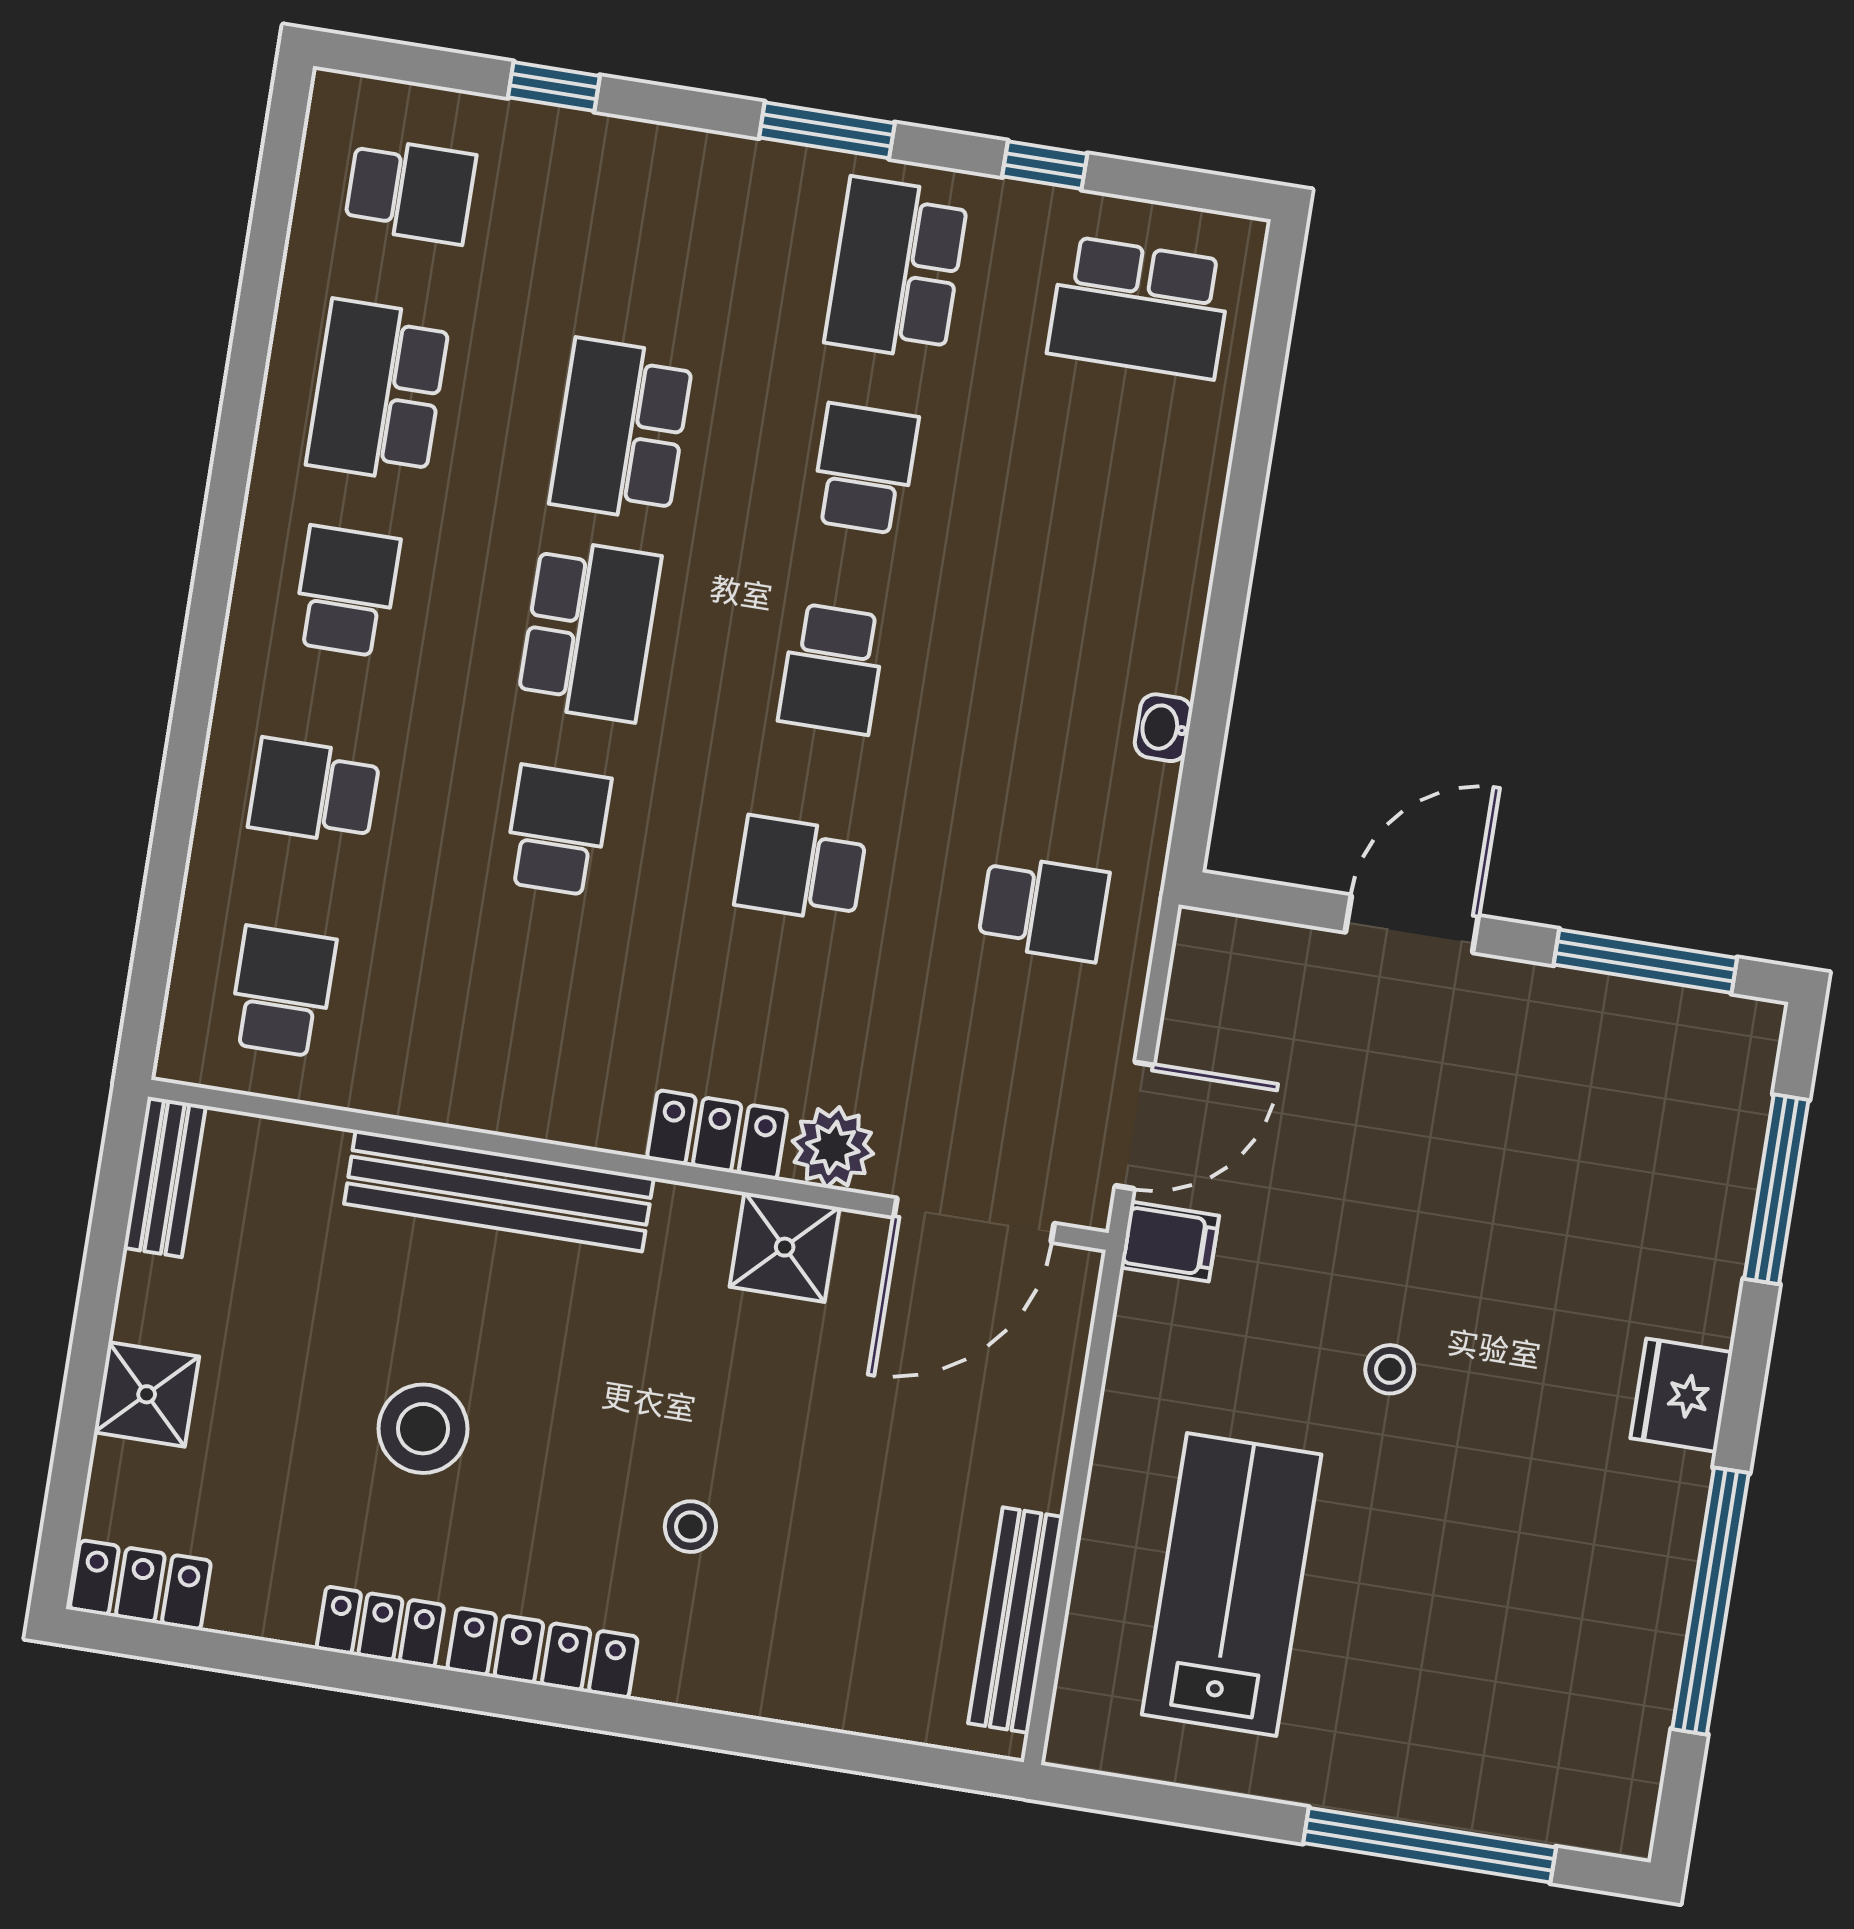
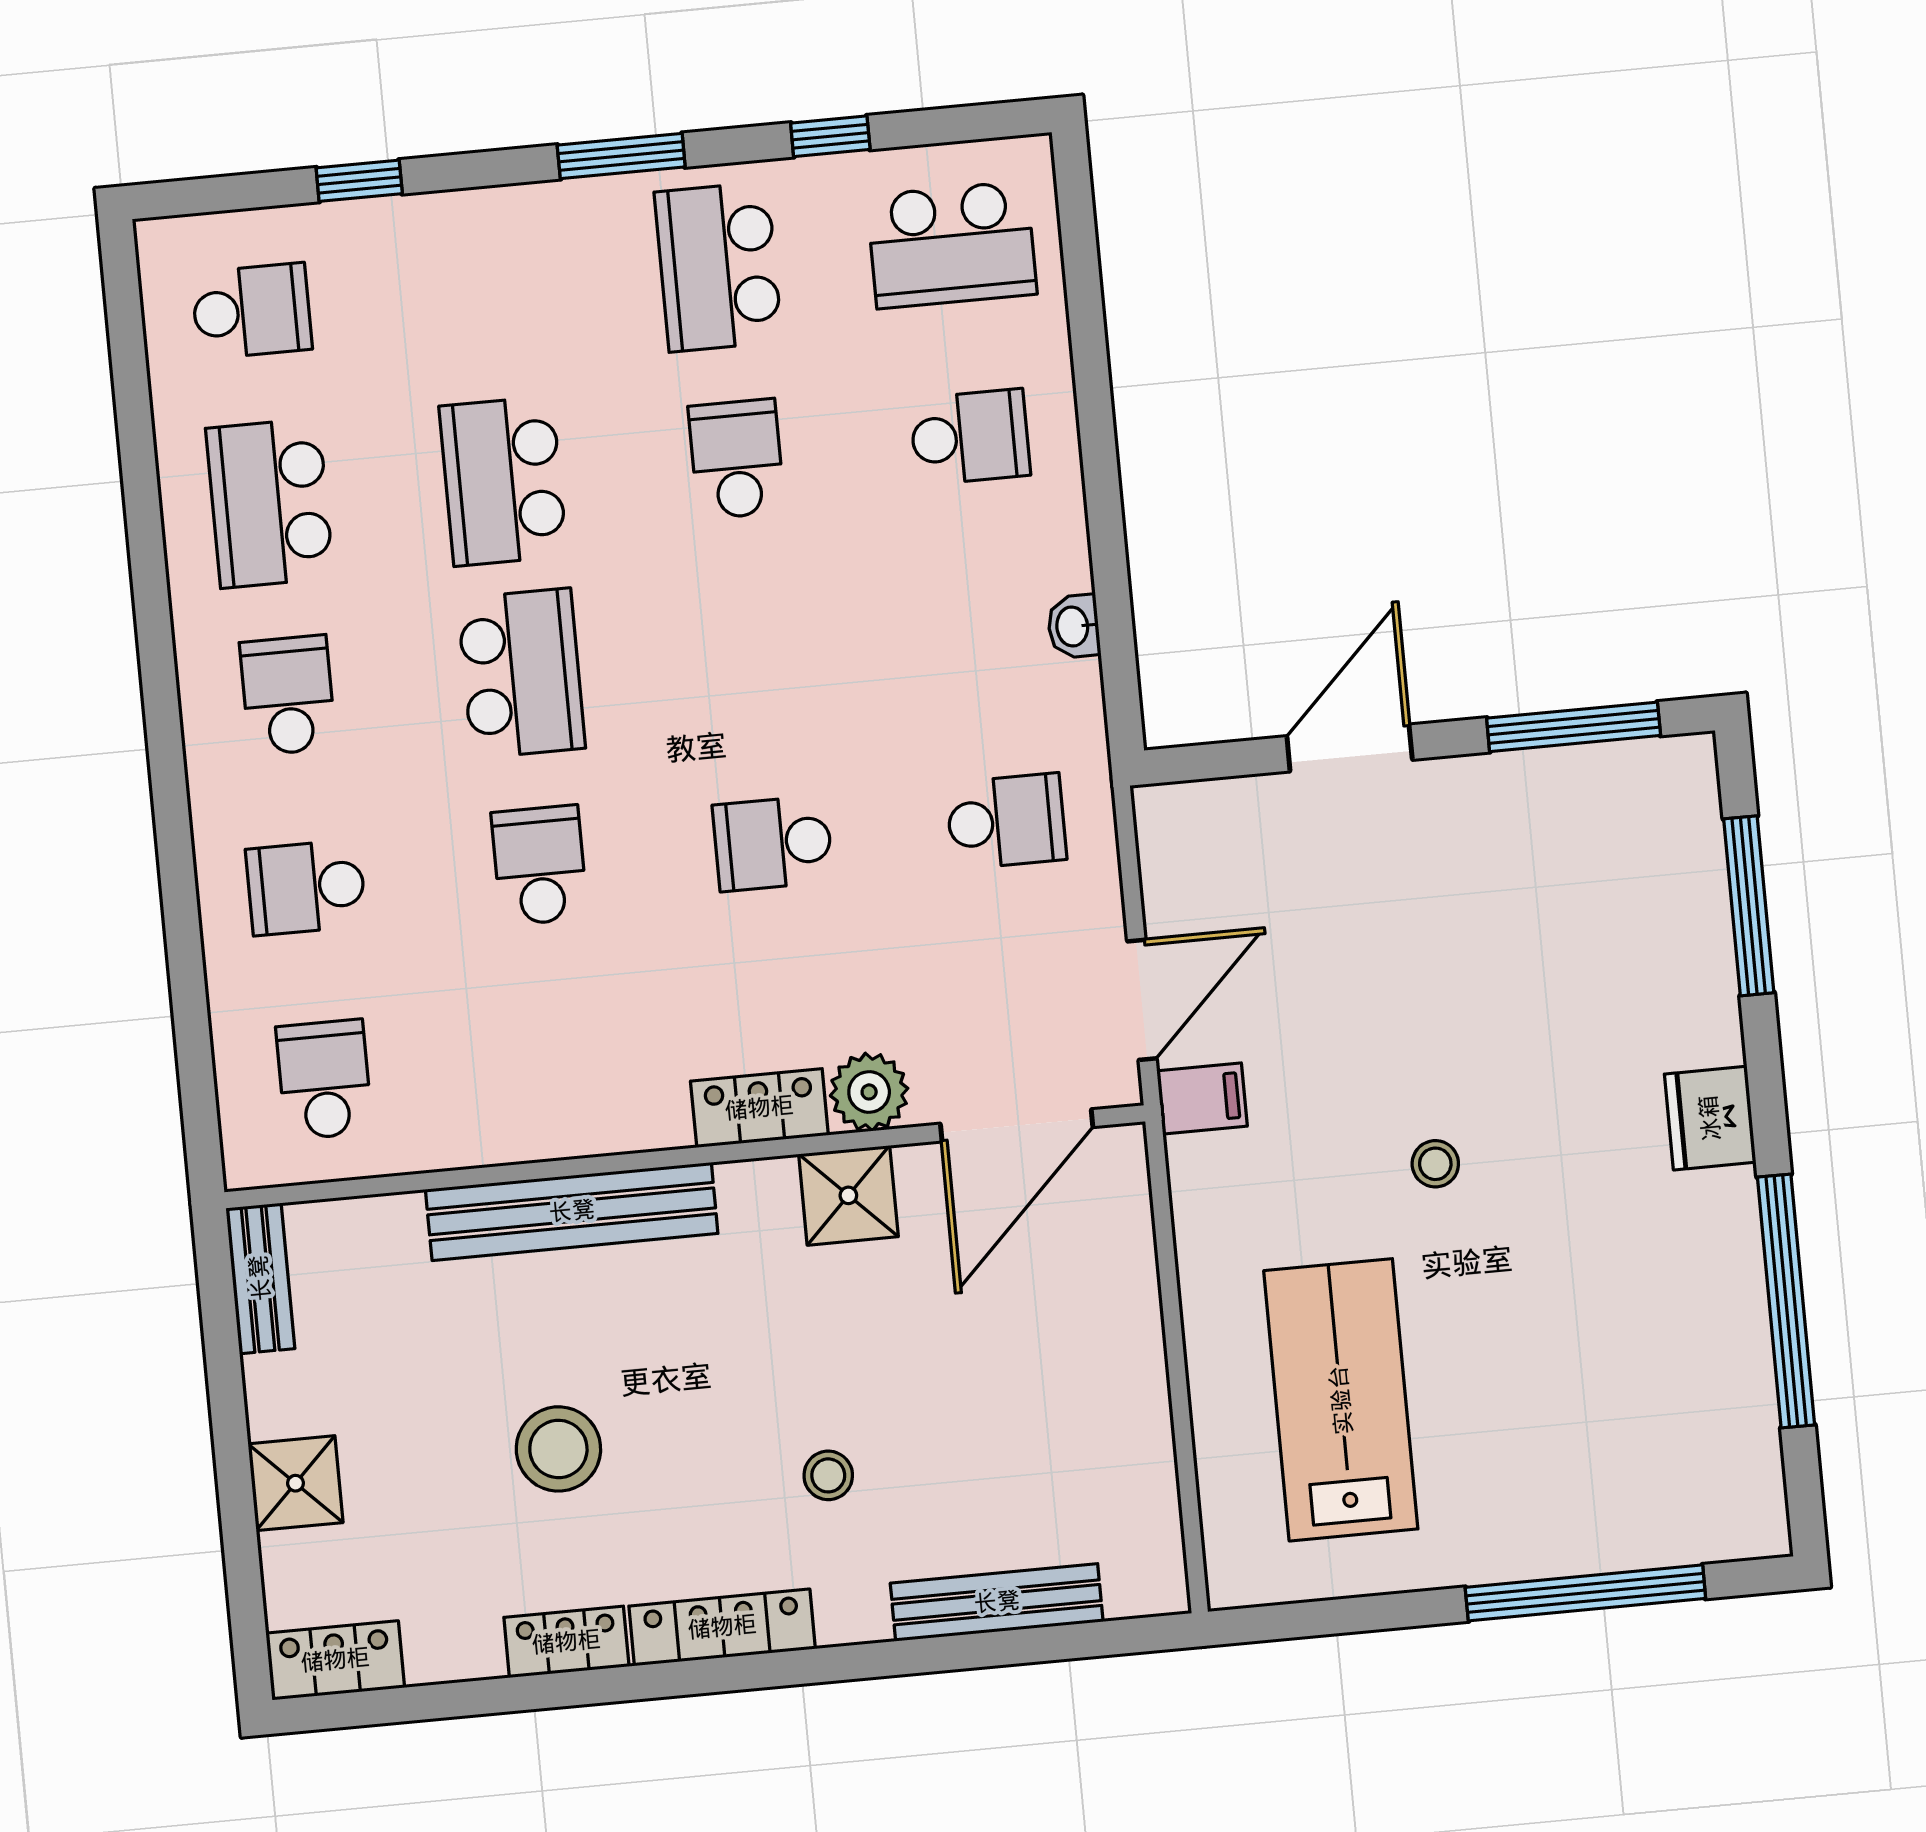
school desk: (832, 669) -> (970, 437), moved, turned -90
bench: (1016, 1620) -> (997, 1602), moved, turned 90

